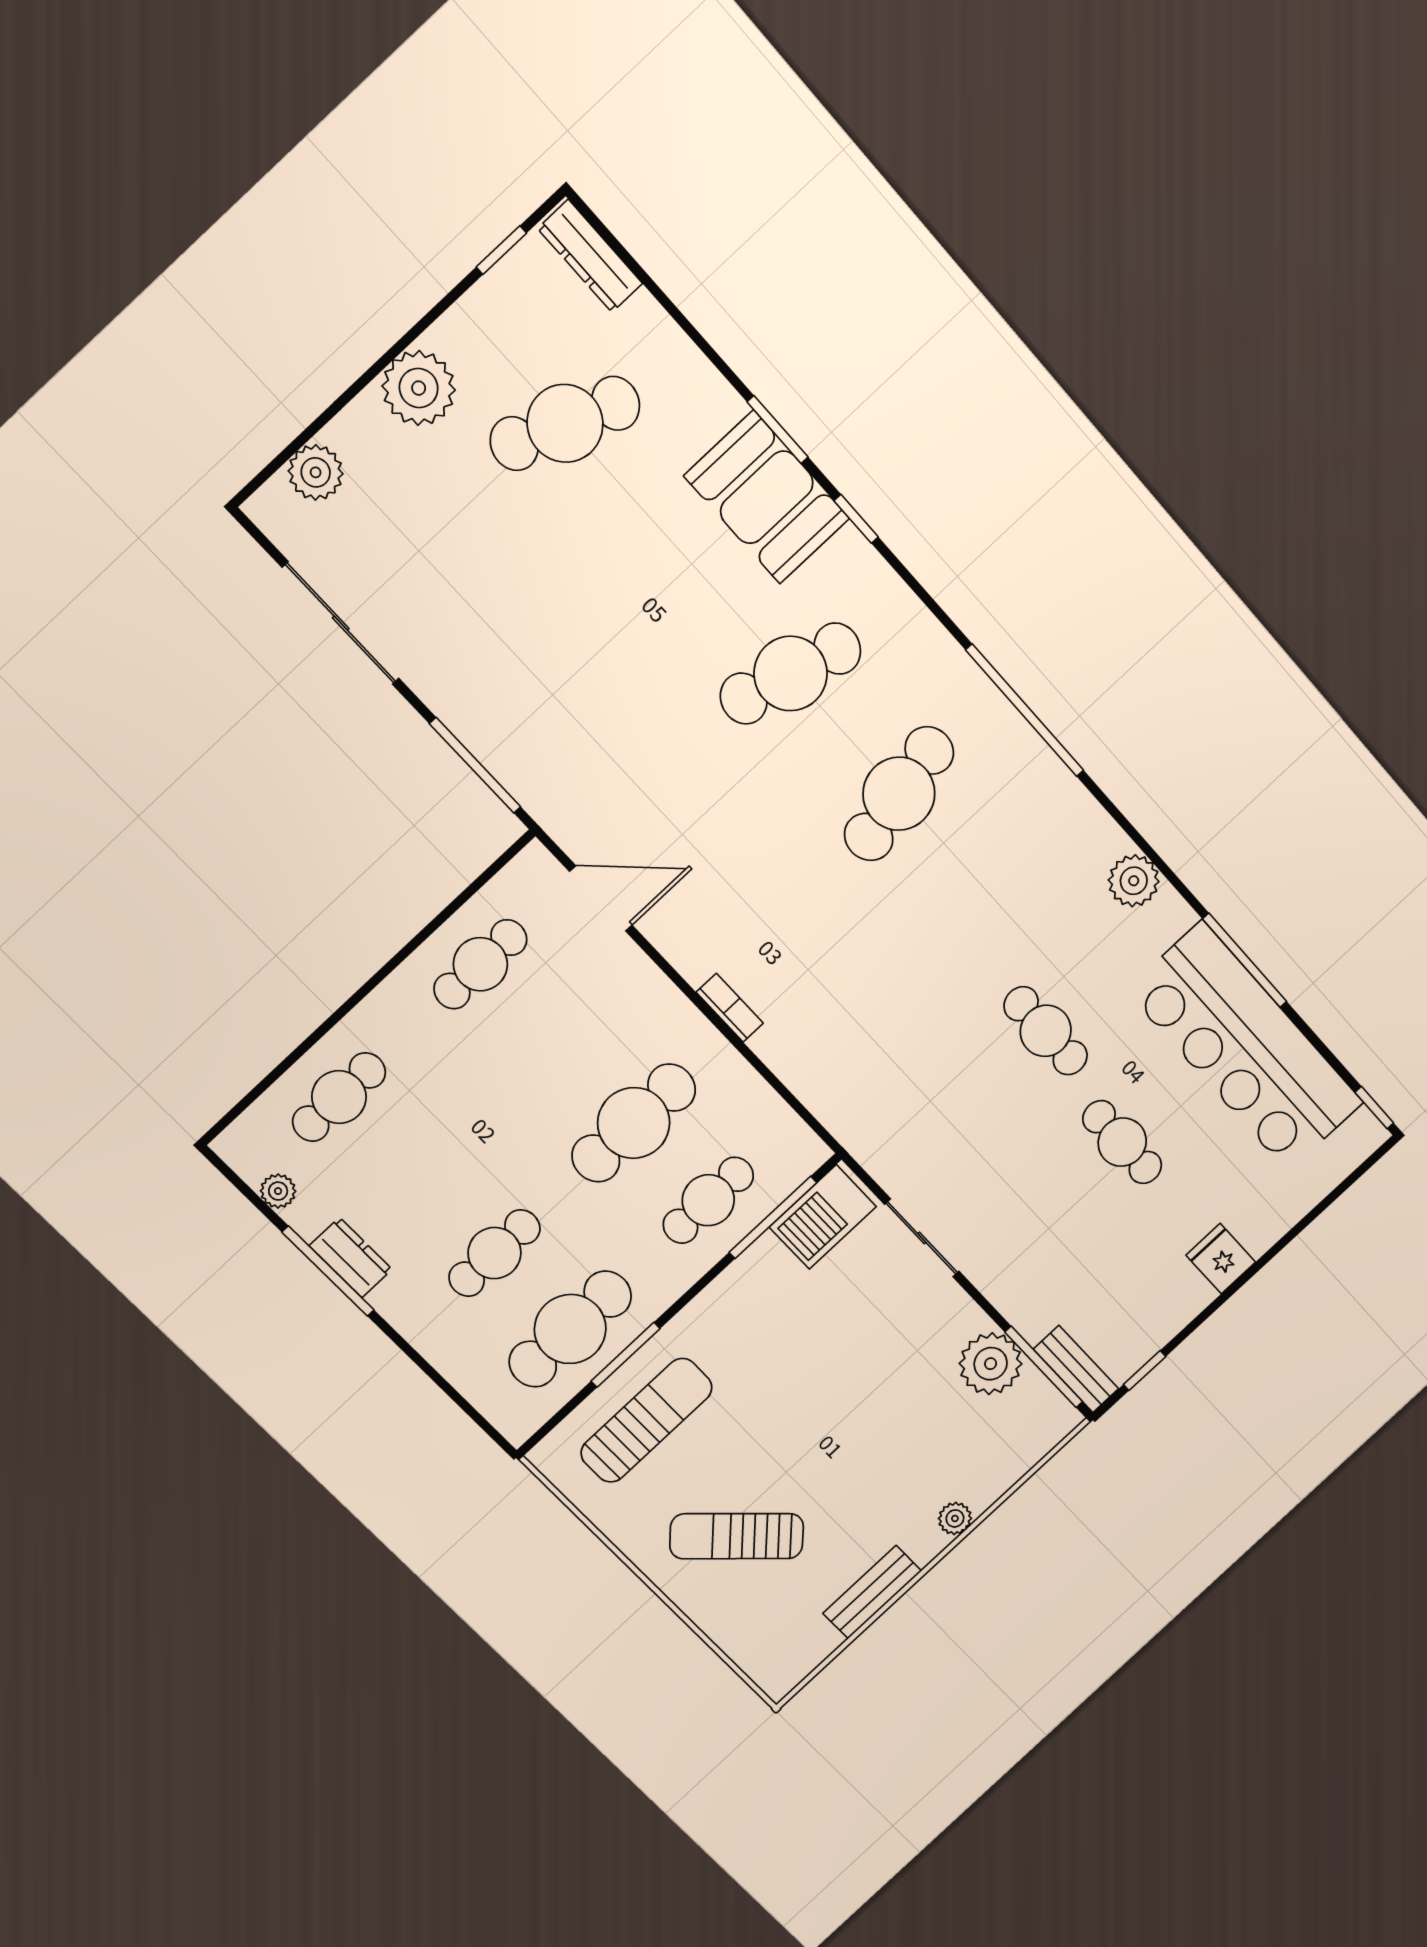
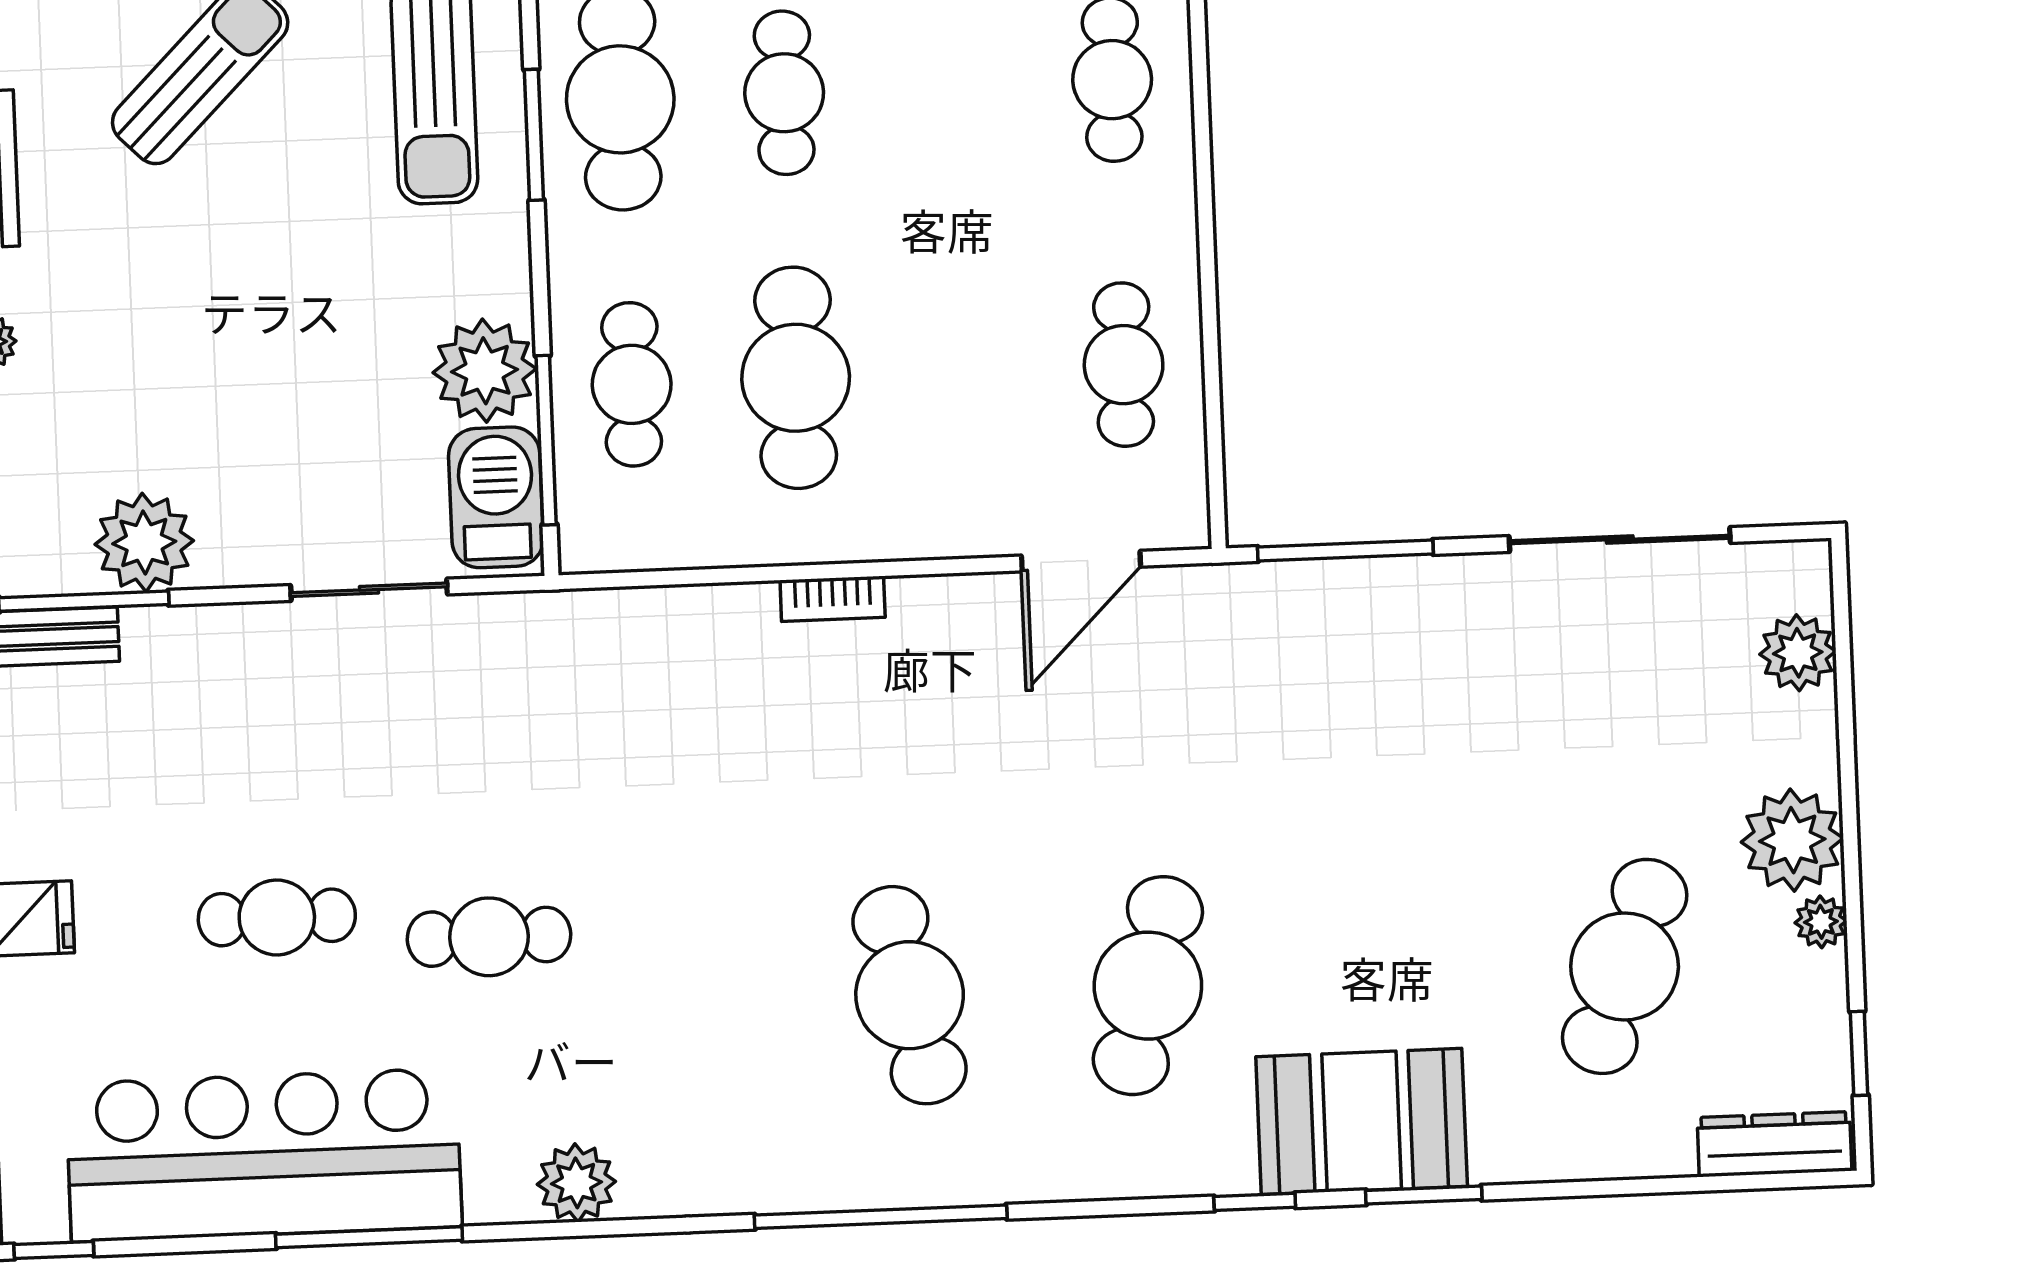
plant: (449, 334) -> (1821, 922), added
plant: (764, 1277) -> (485, 371), added

